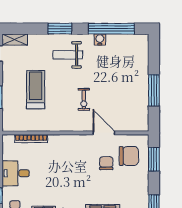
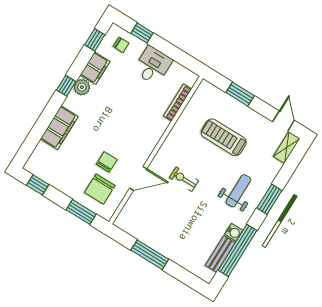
bench: (122, 40) -> (220, 254), added
treadmill: (36, 90) -> (224, 137), turned 180
chair: (106, 163) -> (107, 162), turned -90

